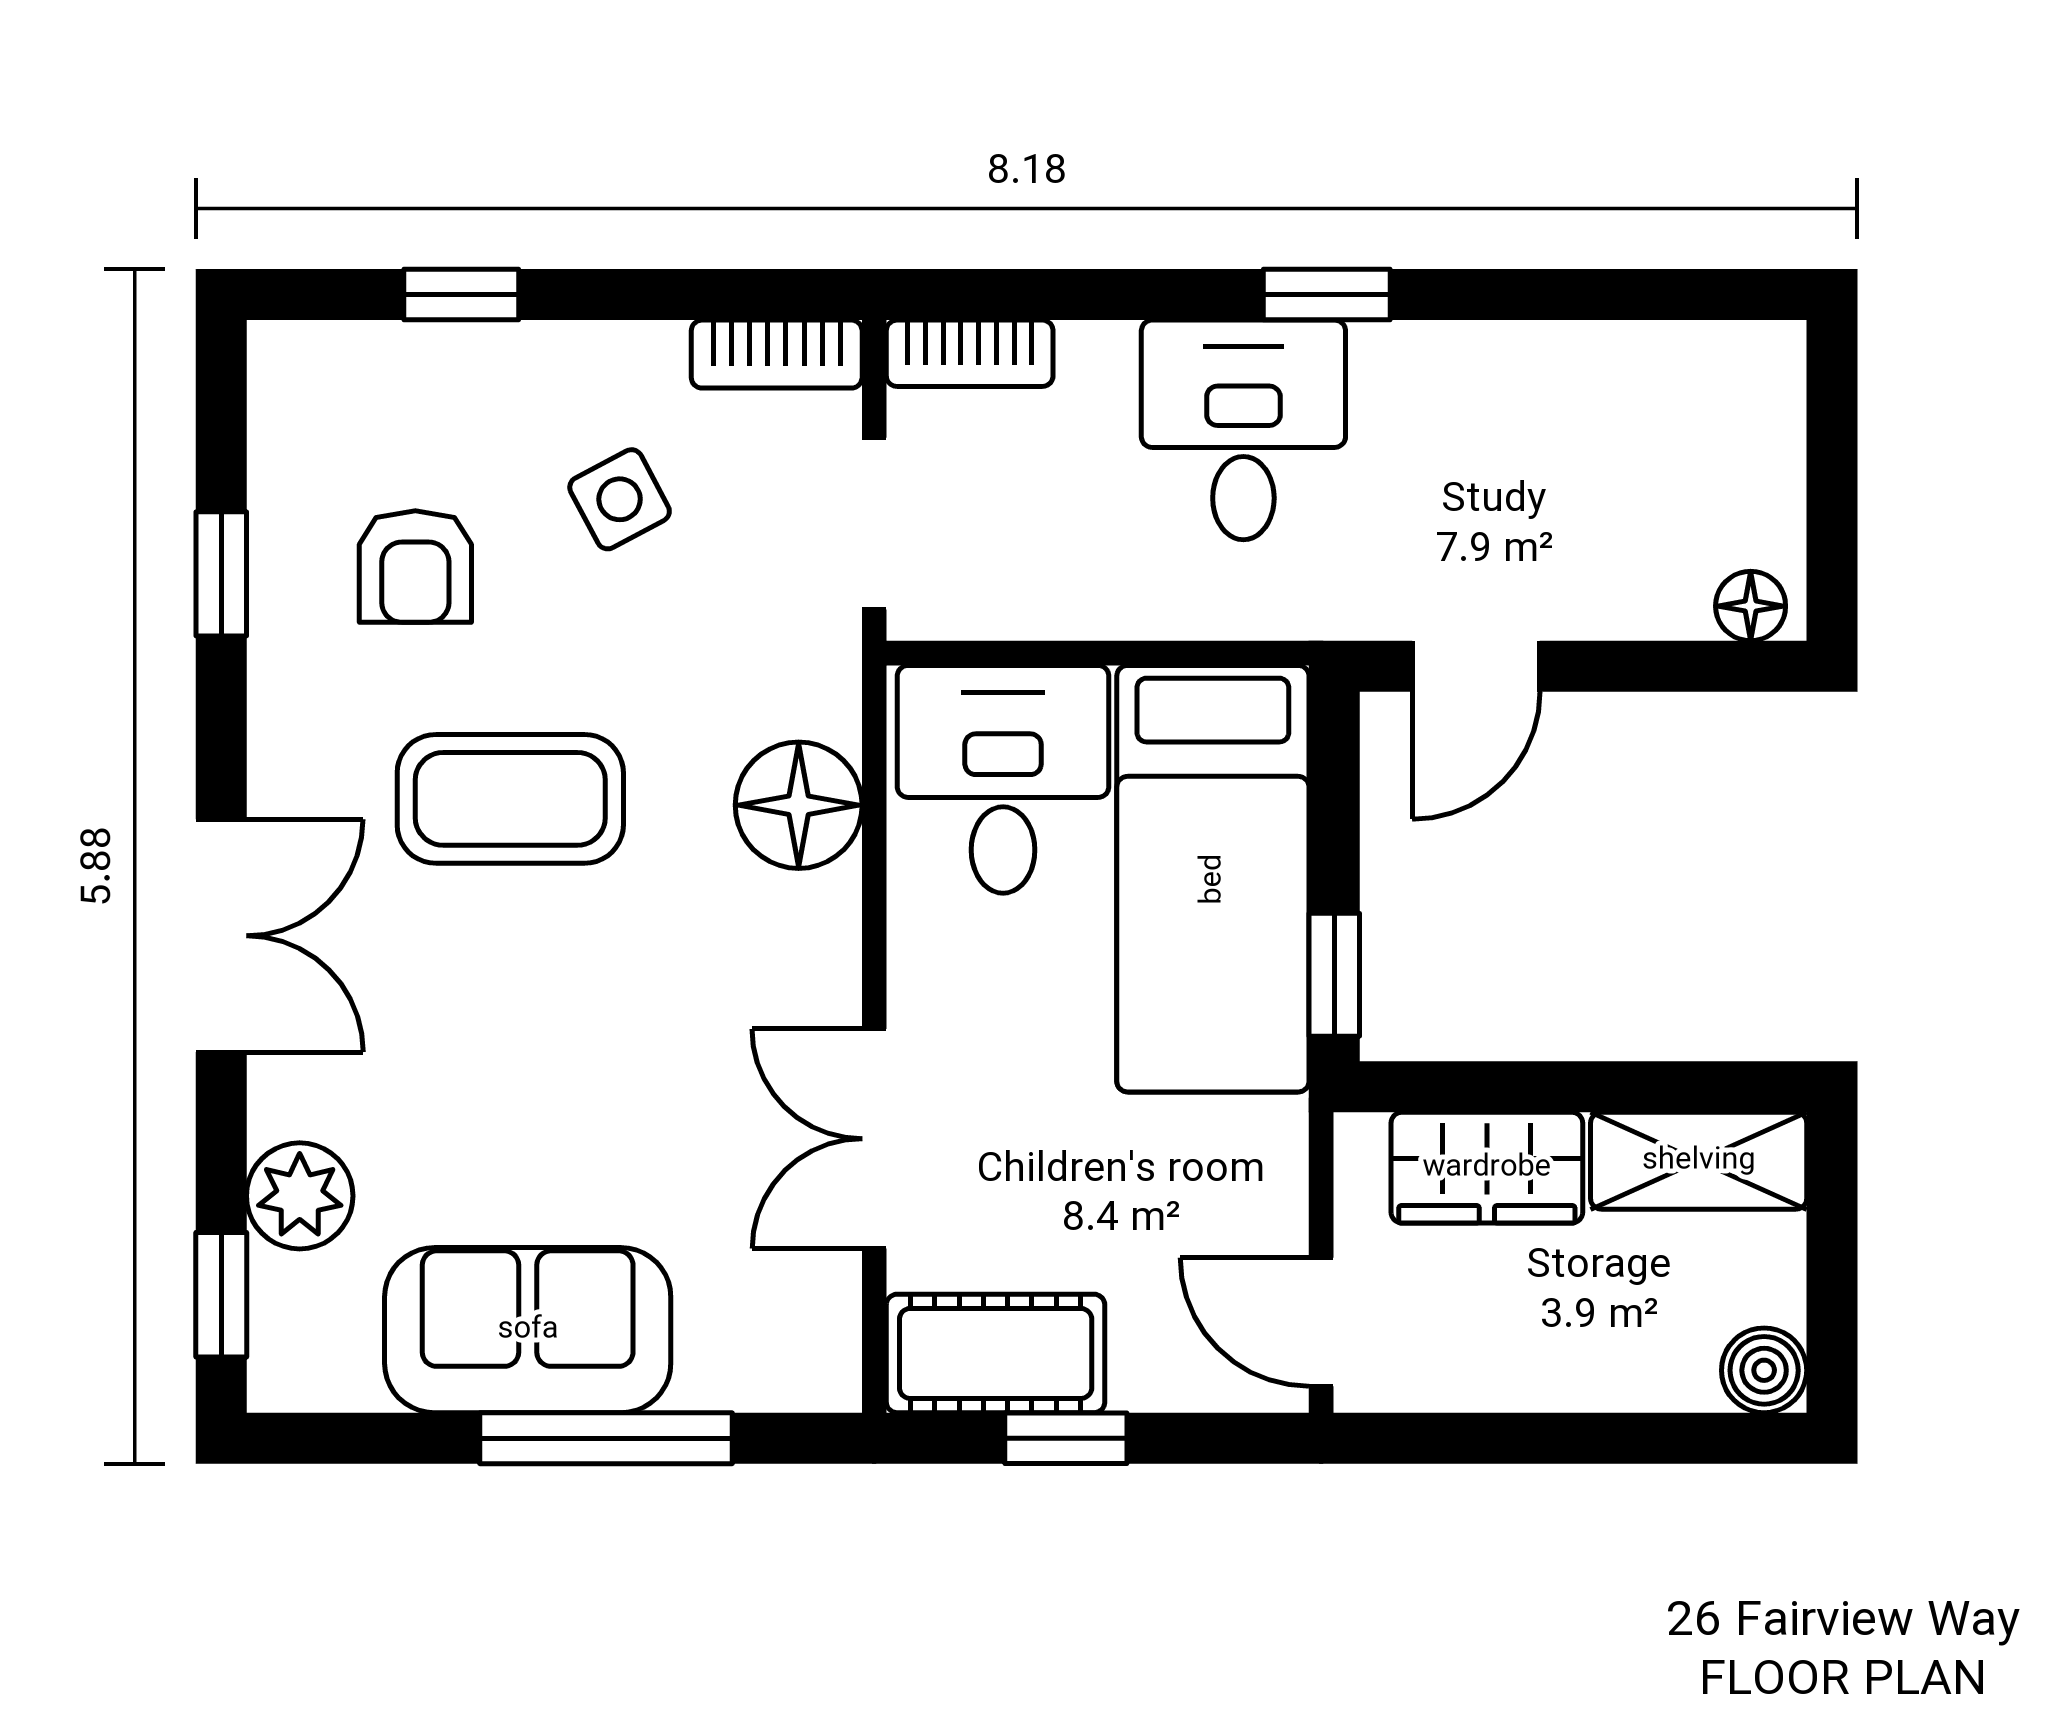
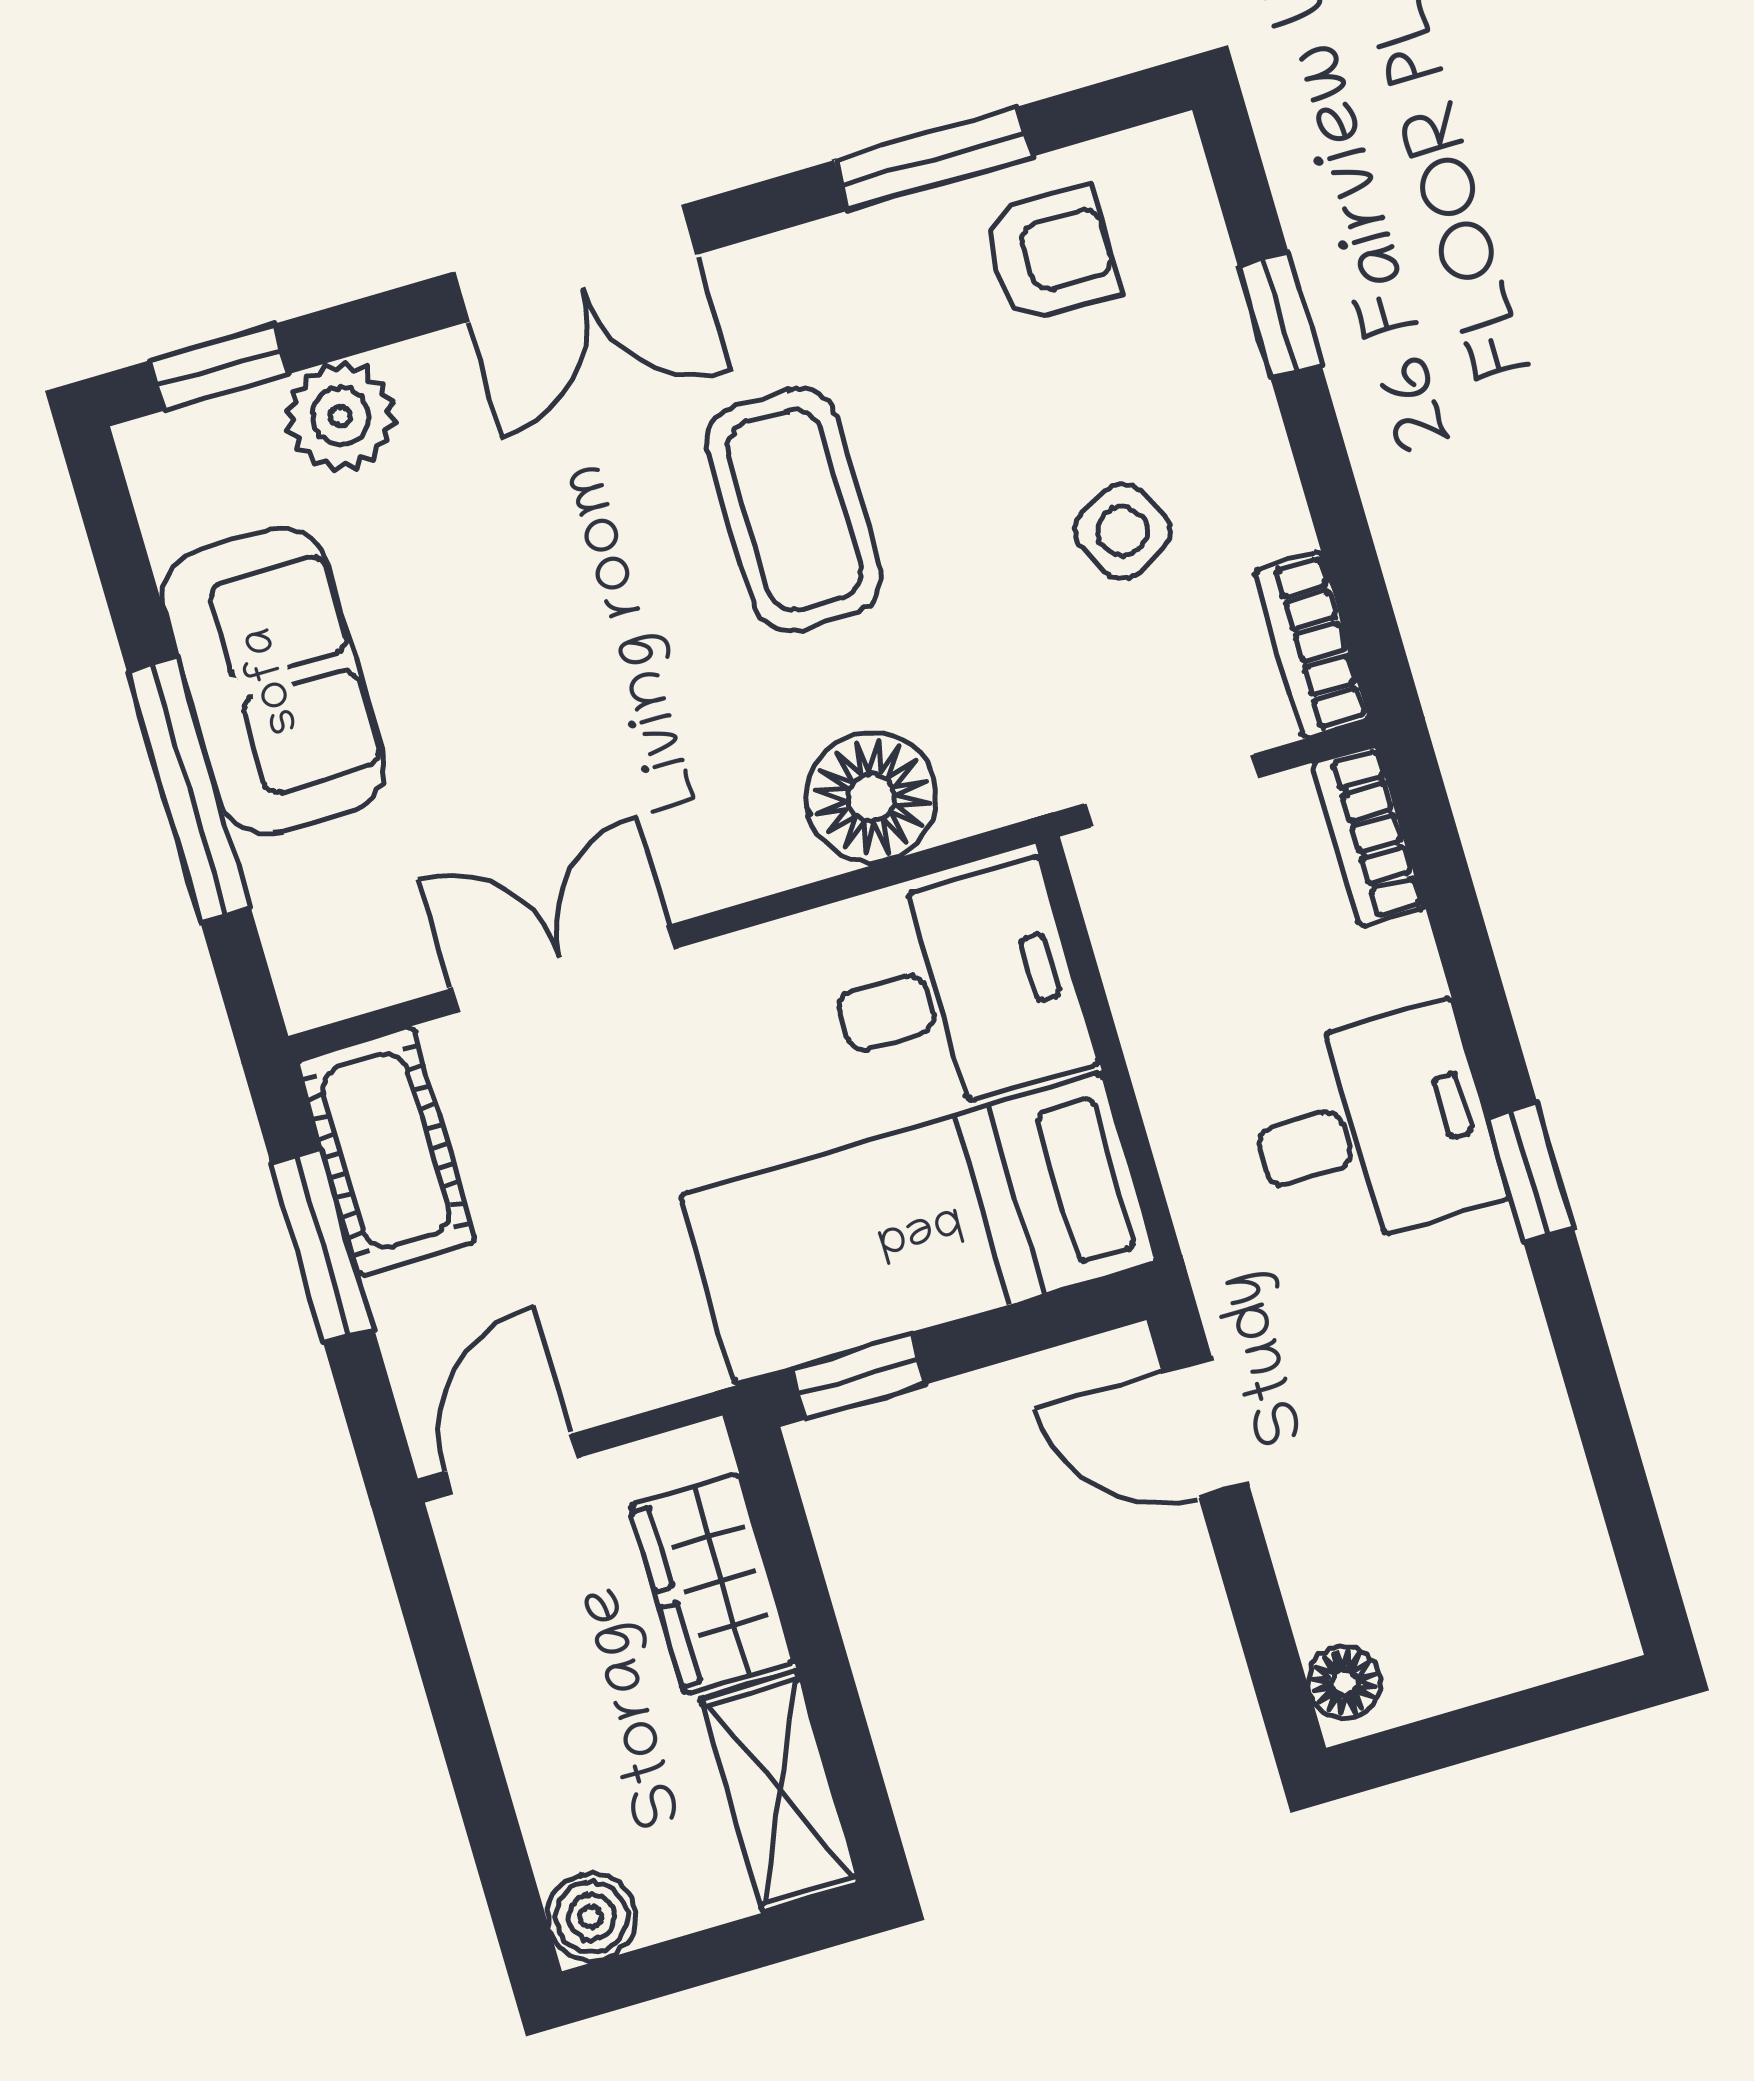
armchair: (415, 567) -> (1051, 254), moved, turned 180
window: (221, 574) -> (933, 158), width x1.50
window: (1066, 1438) -> (322, 1245), width x1.50

